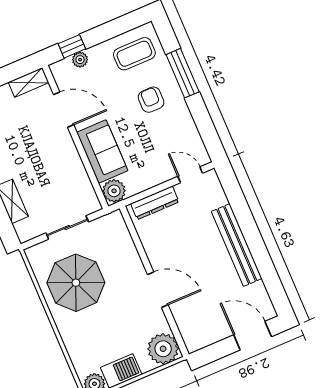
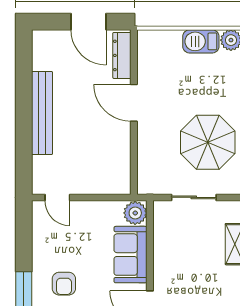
dresser: (155, 203) -> (122, 55), moved, turned -90
door: (253, 336) -> (88, 22), moved
plant: (163, 349) -> (153, 45), removed

